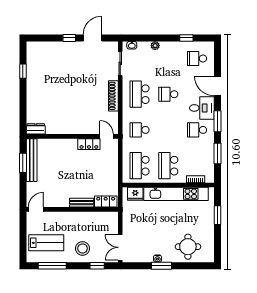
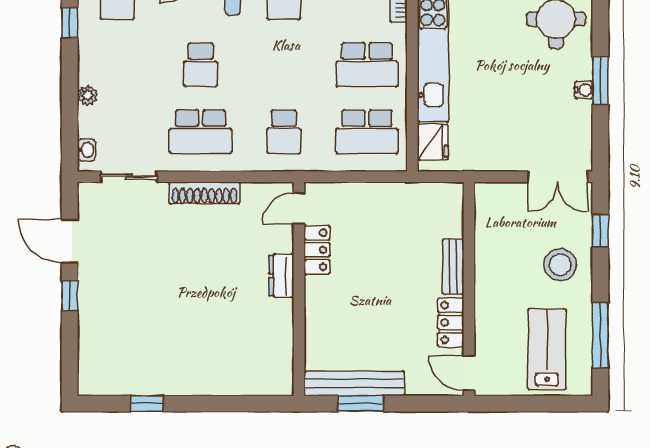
dresser: (36, 129) -> (281, 276), moved
locker: (106, 202) -> (451, 322), moved

